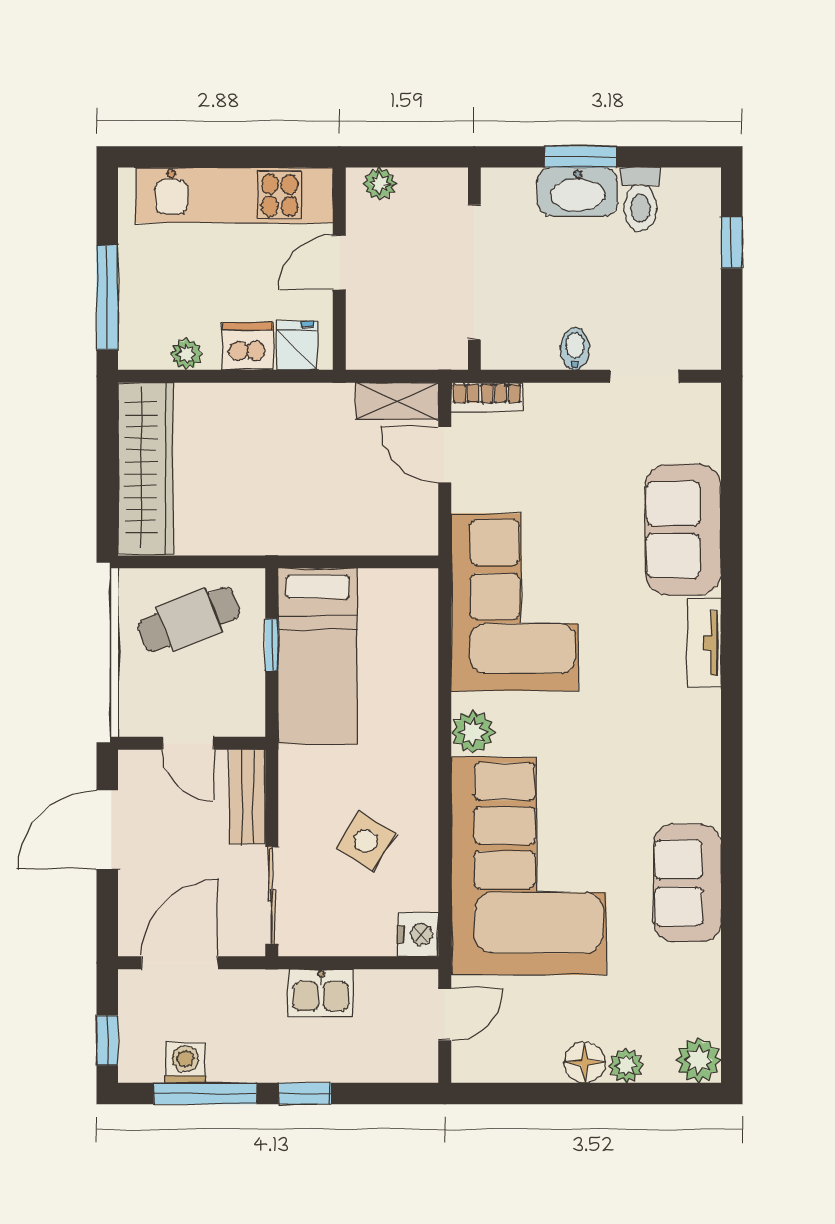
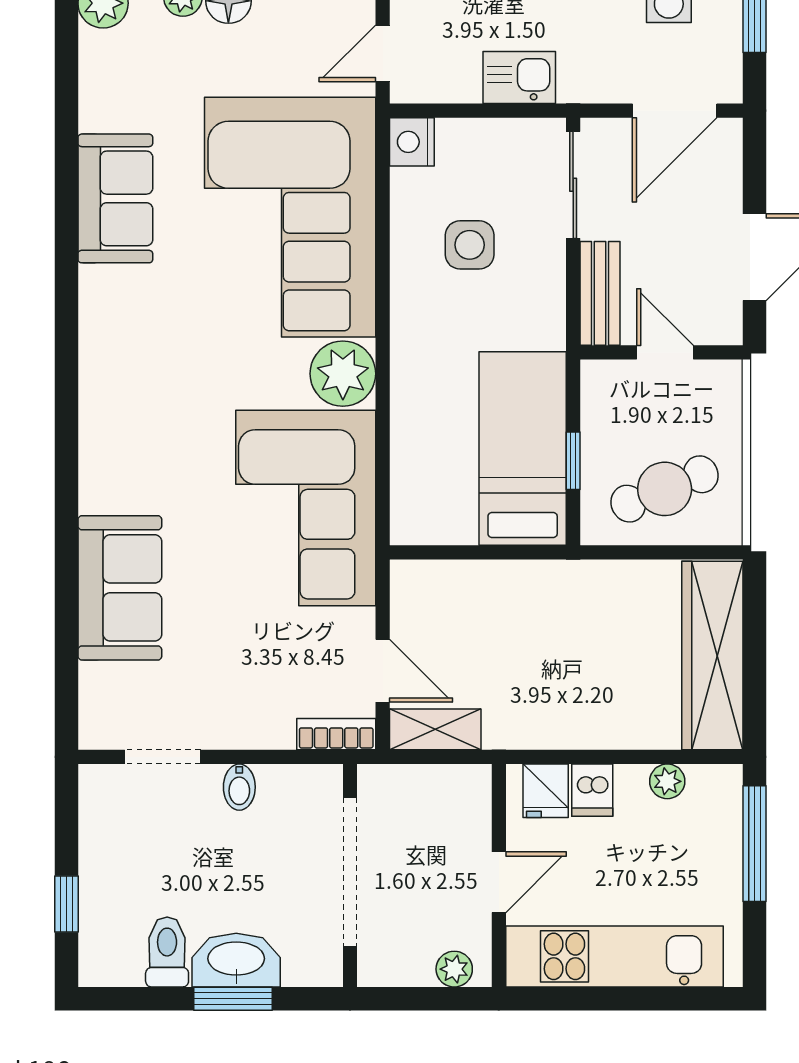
dishwasher: (248, 346) -> (592, 790), width x0.73
tv unit: (704, 643) -> (97, 463), removed
plant: (473, 732) -> (343, 374), width x1.36, depth x1.36
side table: (366, 841) -> (470, 245), turned -32

